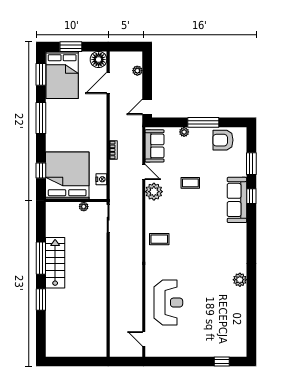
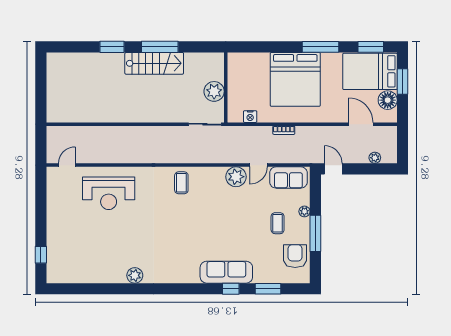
floor lamp: (99, 60) -> (388, 100), moved
window: (41, 170) -> (260, 47), removed
bed: (67, 176) -> (295, 79), moved, turned 90
coffee table: (190, 183) -> (278, 223), moved
plant: (84, 207) -> (214, 91), width x1.88, depth x1.88

